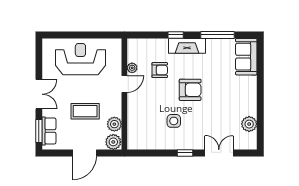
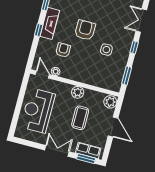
door: (124, 84) -> (42, 75), moved
plant: (114, 124) -> (78, 92), moved
window: (149, 153) -> (127, 76), added

